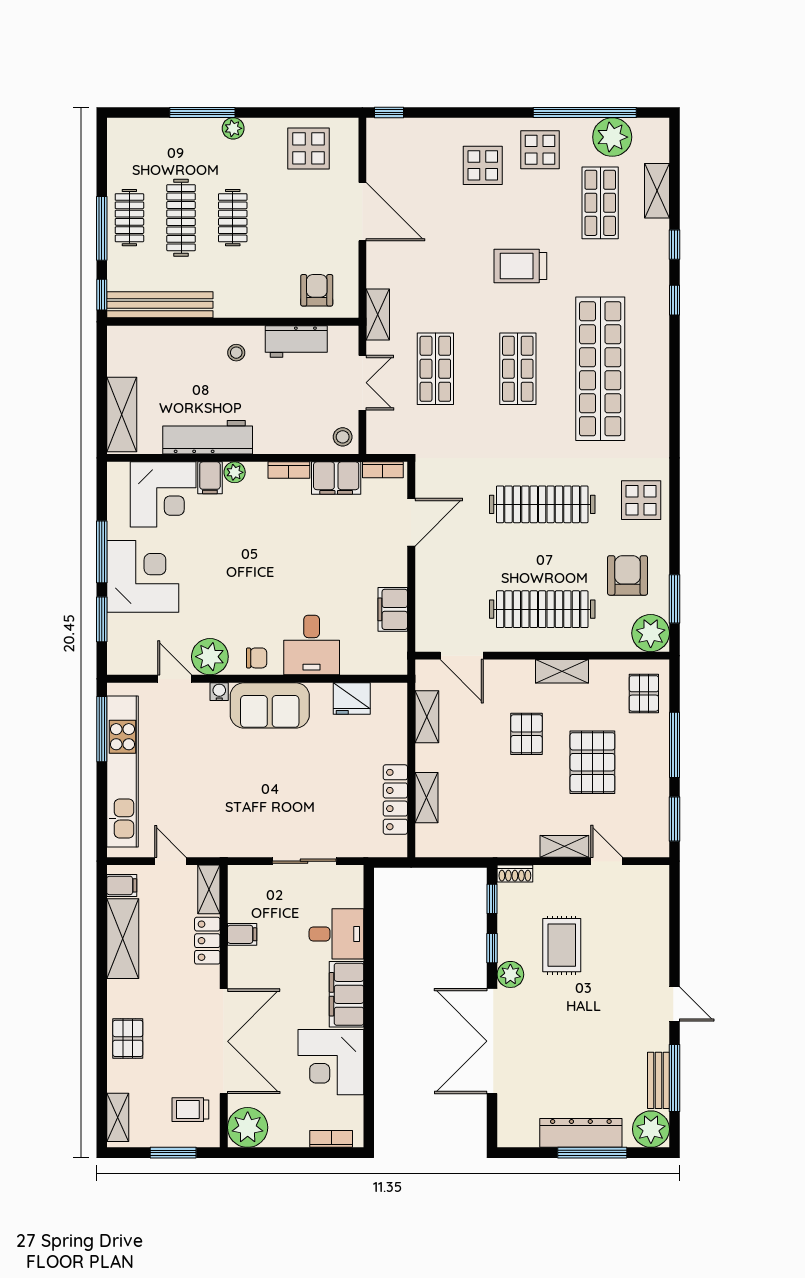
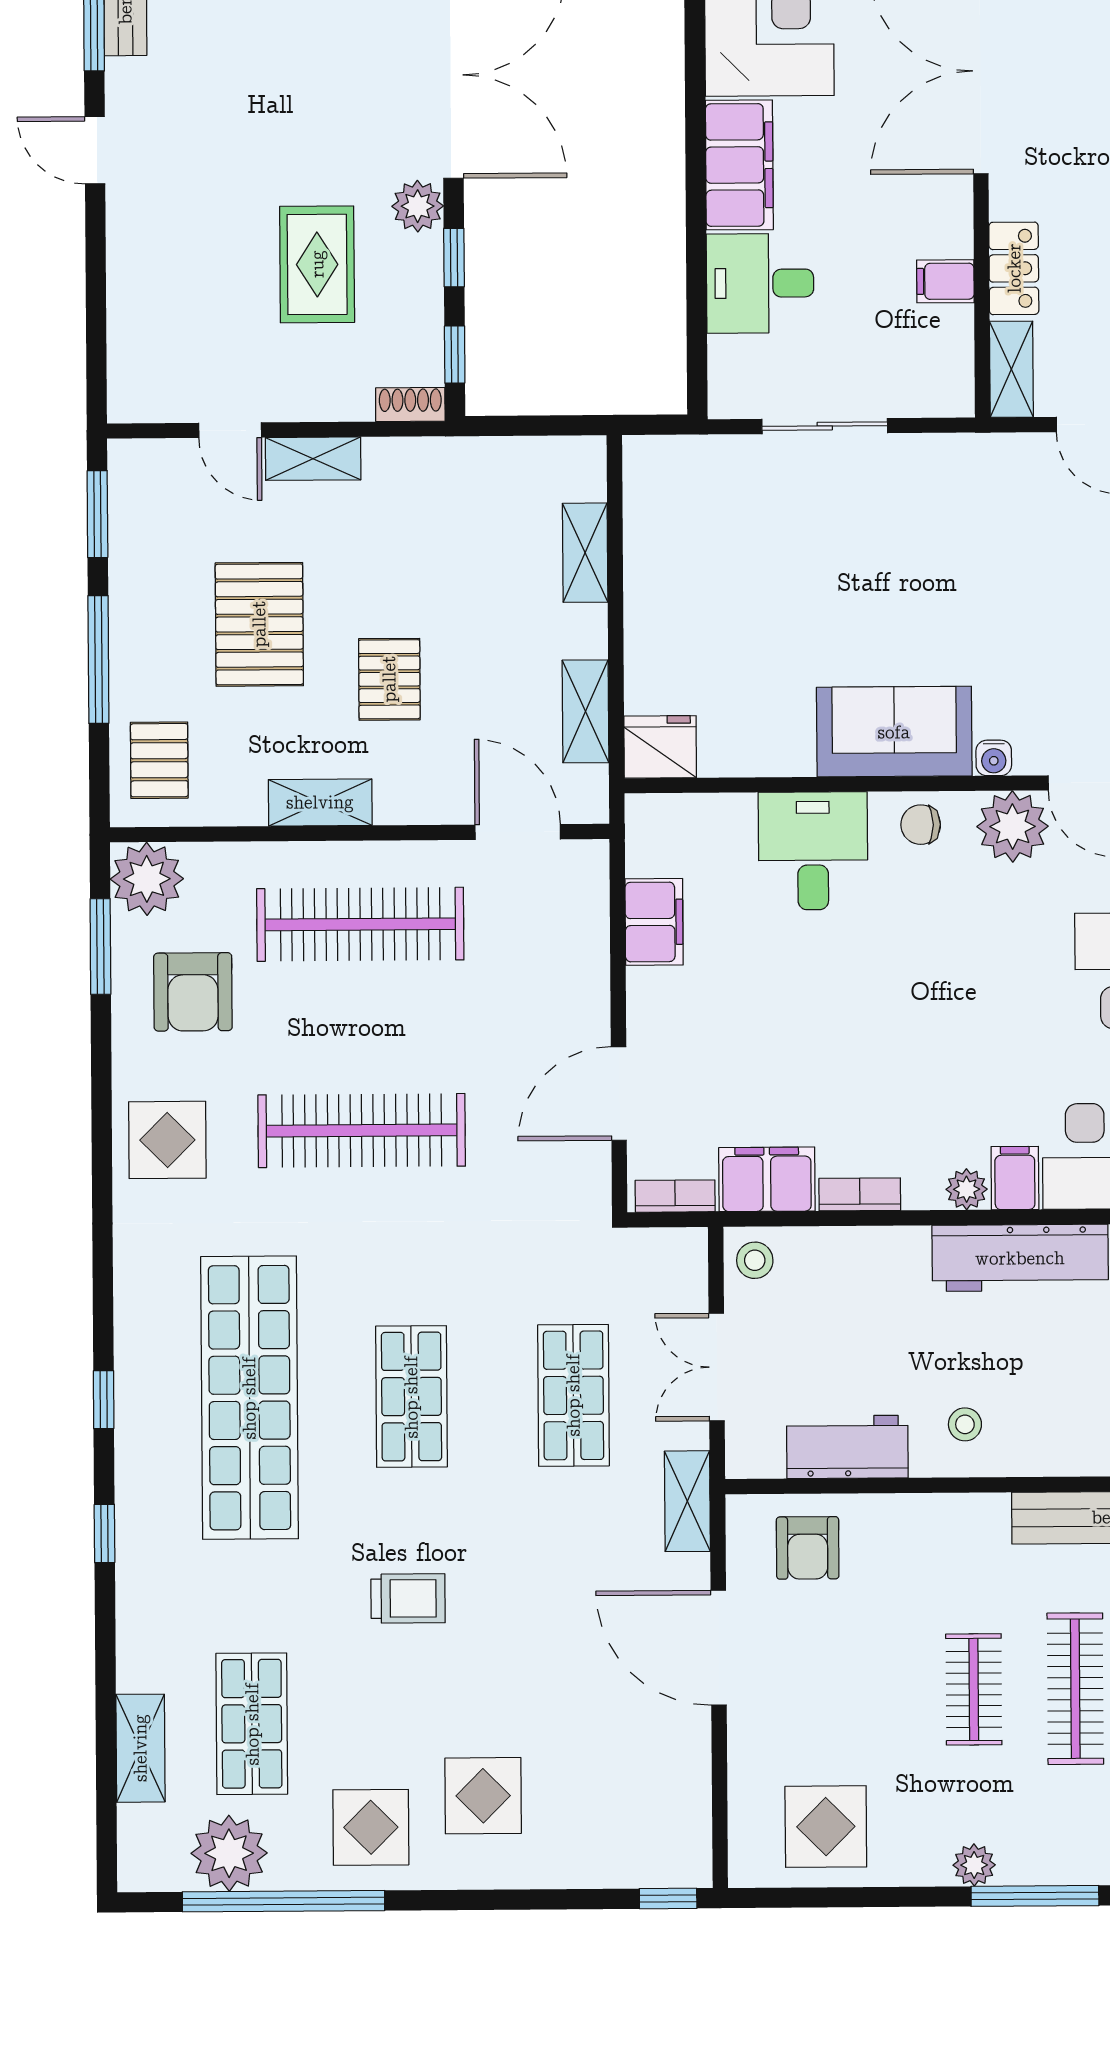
door: (362, 212) -> (719, 1648), moved
window: (674, 245) -> (104, 1400), moved
trolley: (520, 266) -> (408, 1598), width x0.73, depth x0.72
fridge: (352, 698) -> (660, 747), moved
locker: (395, 800) -> (646, 548), removed

